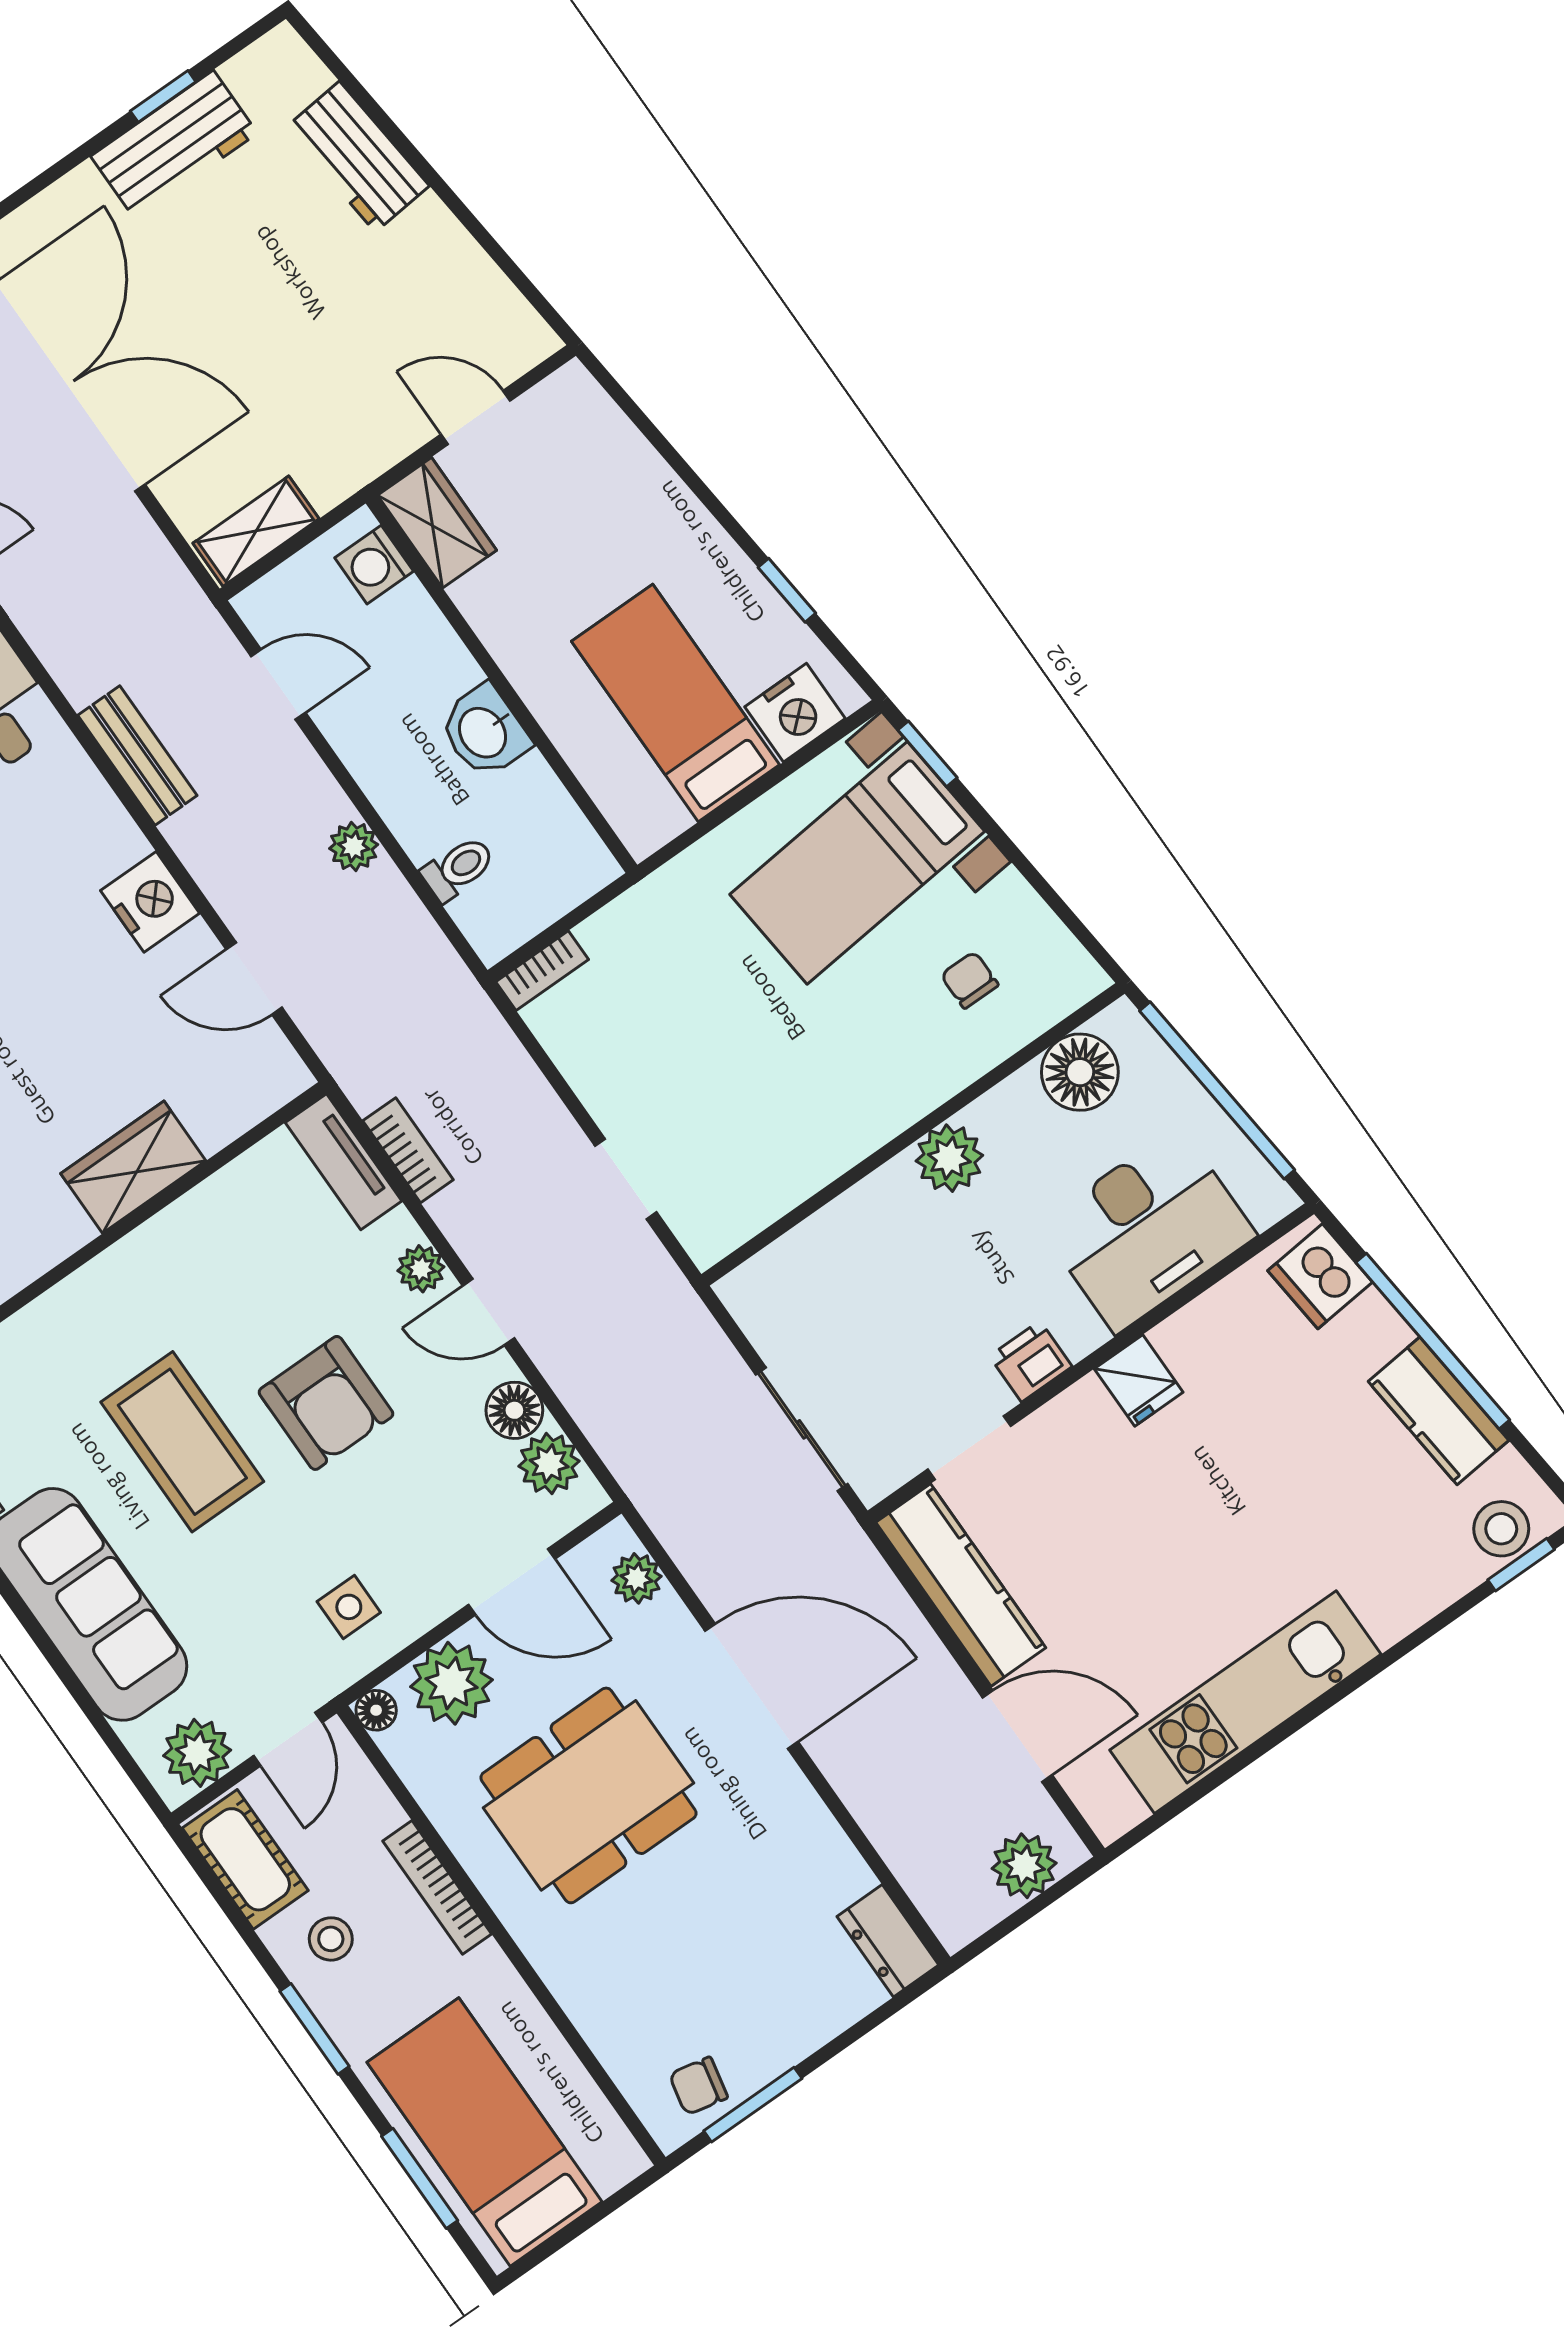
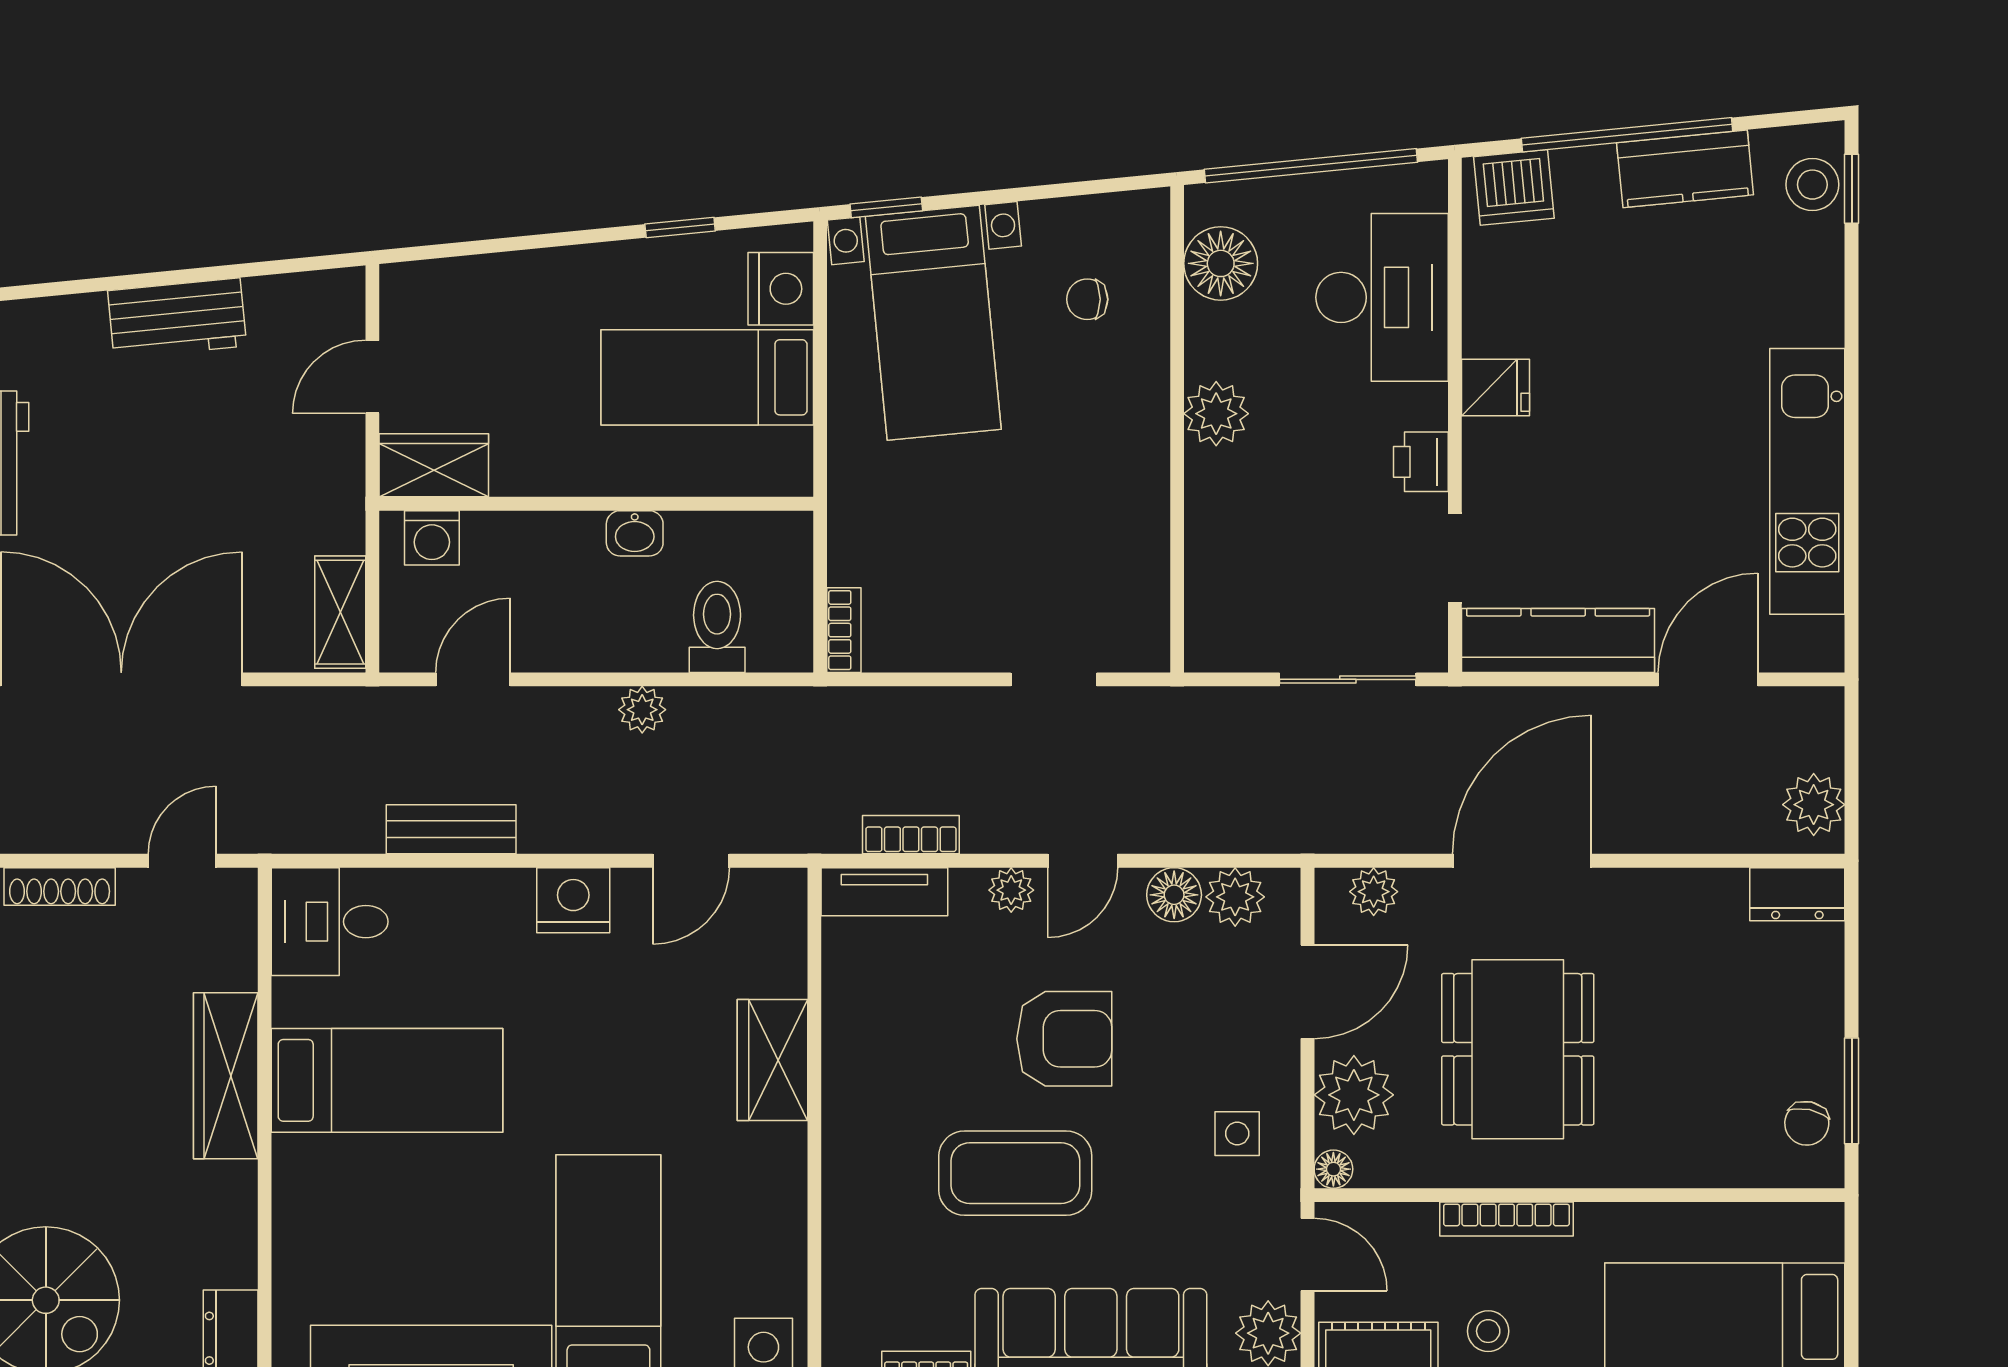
workbench: (357, 157) -> (177, 318), moved
washbasin: (484, 732) -> (635, 533), width x0.72, depth x0.69
toilet: (458, 868) -> (717, 627), width x1.37, depth x1.39
plant: (1024, 1866) -> (1814, 805), moved

